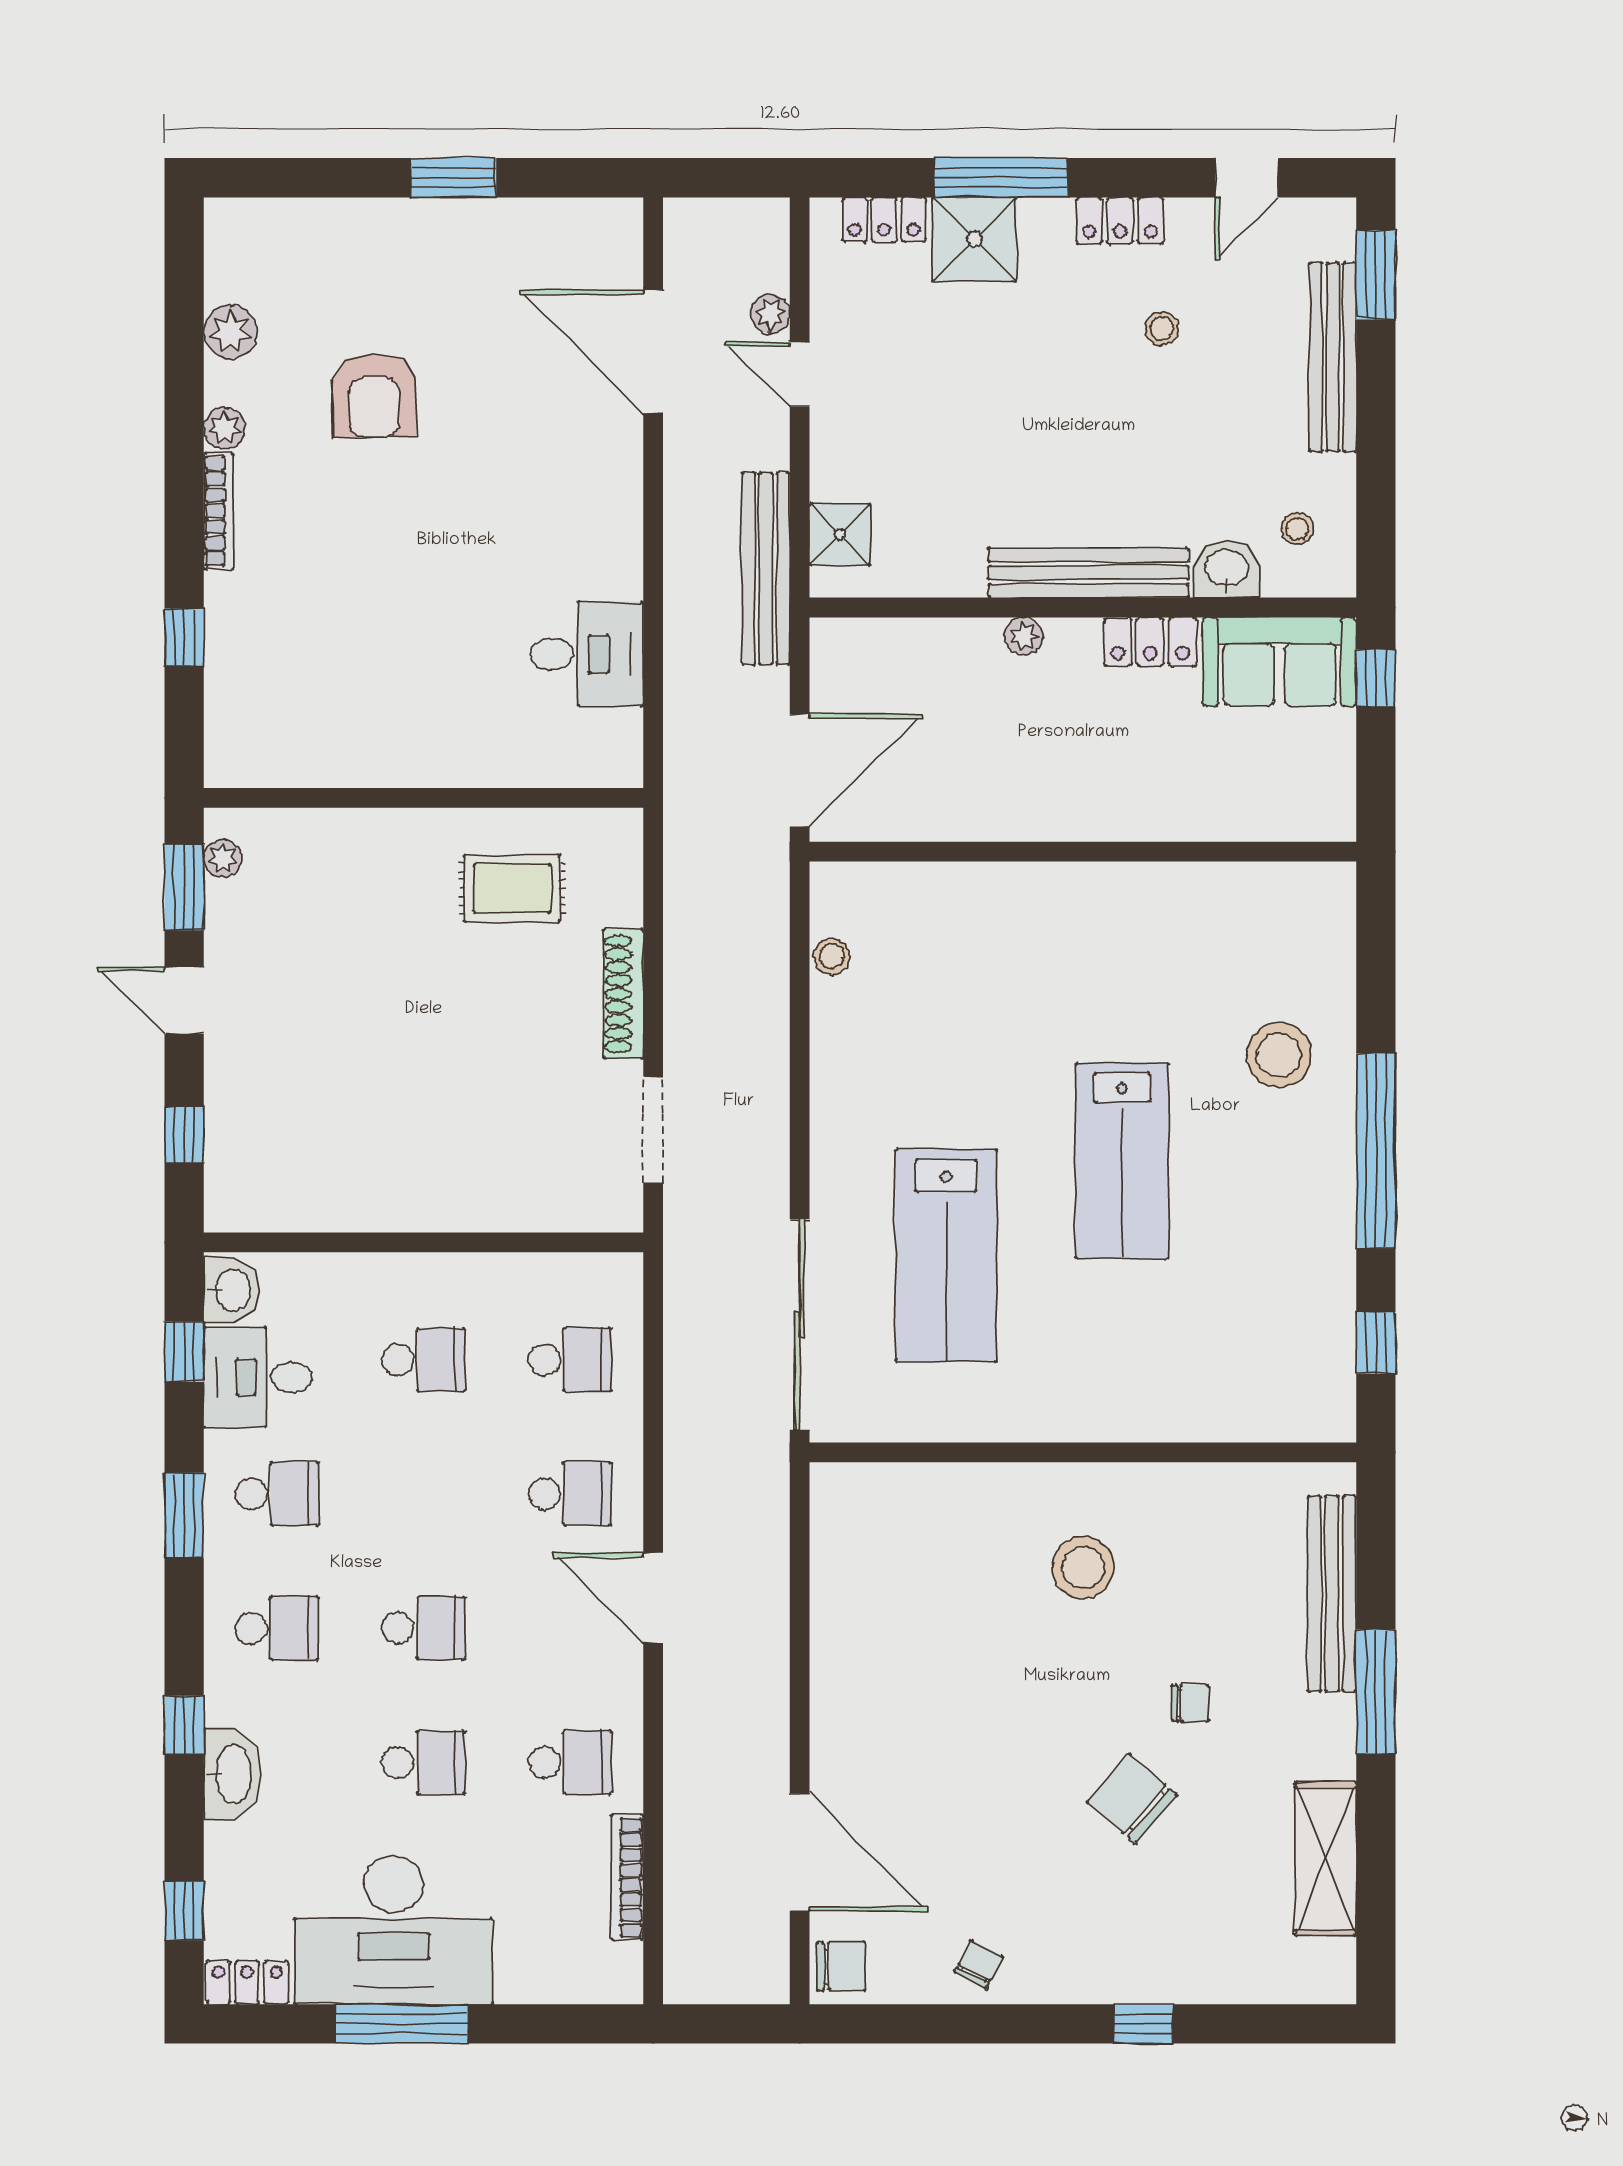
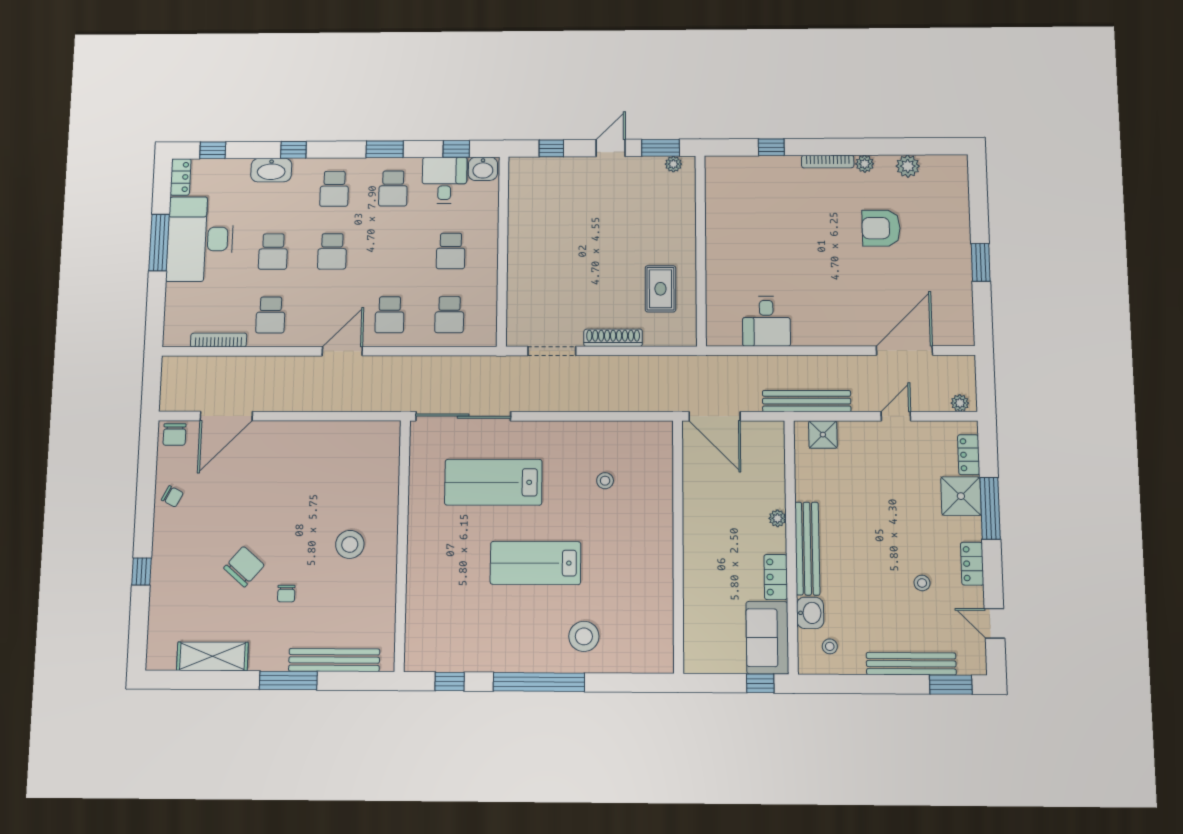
plant: (770, 314) -> (960, 403), moved
stool: (832, 956) -> (605, 481), moved

